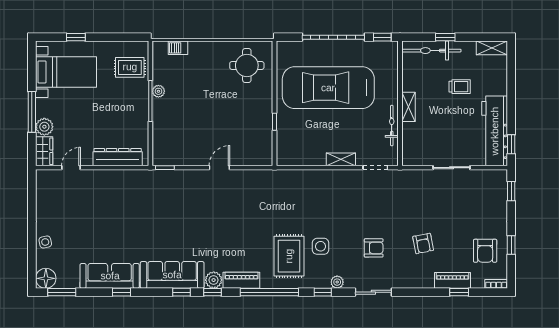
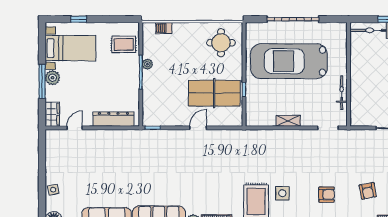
window: (382, 37) -> (334, 19), removed
shelving: (408, 107) -> (356, 77), removed
table tennis table: (239, 126) -> (214, 93), added
plant: (44, 127) -> (52, 78), moved
shelving: (341, 159) -> (288, 121), moved

